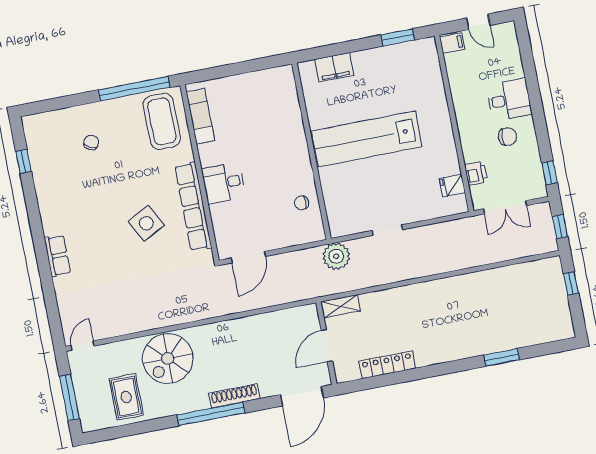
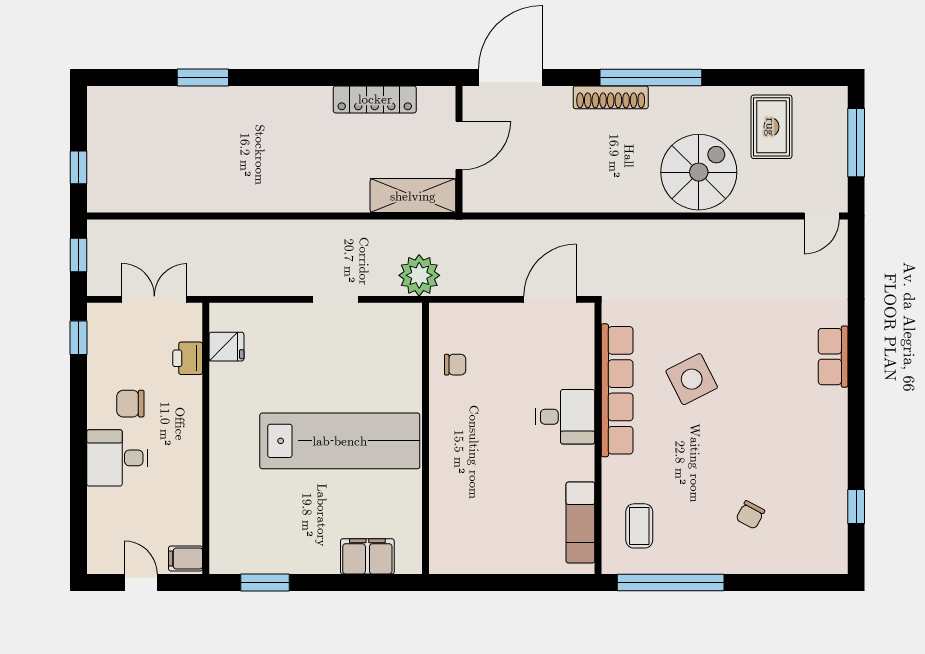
coffee table: (162, 121) -> (639, 526), width x0.54, depth x0.58
shelving: (341, 306) -> (413, 196), width x1.50, depth x1.33

